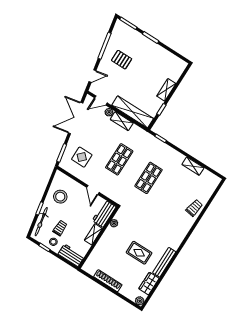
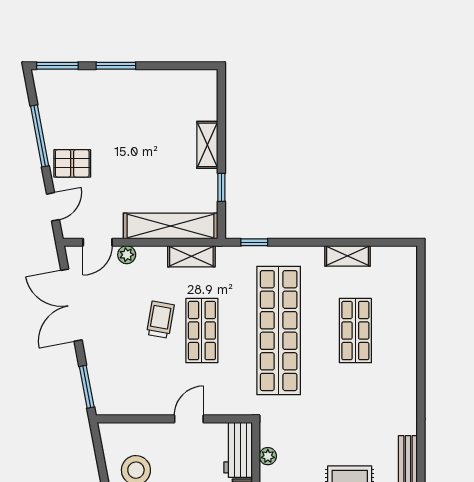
pallet: (122, 60) -> (72, 163), moved
shelving: (122, 121) -> (191, 256), moved
display table: (82, 157) -> (129, 371), removed
shop shelf: (149, 178) -> (279, 331), width x2.00, depth x1.36
door: (93, 190) -> (189, 419), swing flipped
shop shelf: (178, 197) -> (355, 331), added
trolley: (194, 208) -> (160, 320), moved

